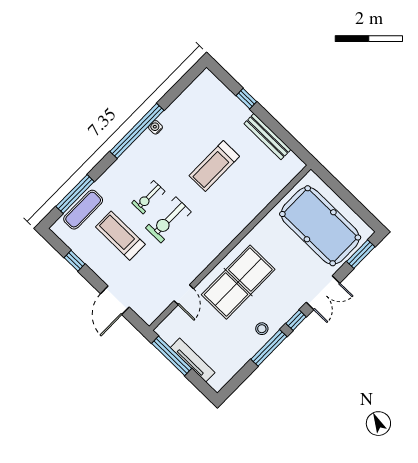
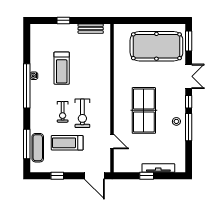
bench: (268, 137) -> (91, 29), width x0.73
treadmill: (214, 166) -> (62, 68), moved
wall: (230, 248) -> (112, 98), moved
door: (184, 295) -> (112, 141), moved
window: (172, 356) -> (147, 176), width x0.46

